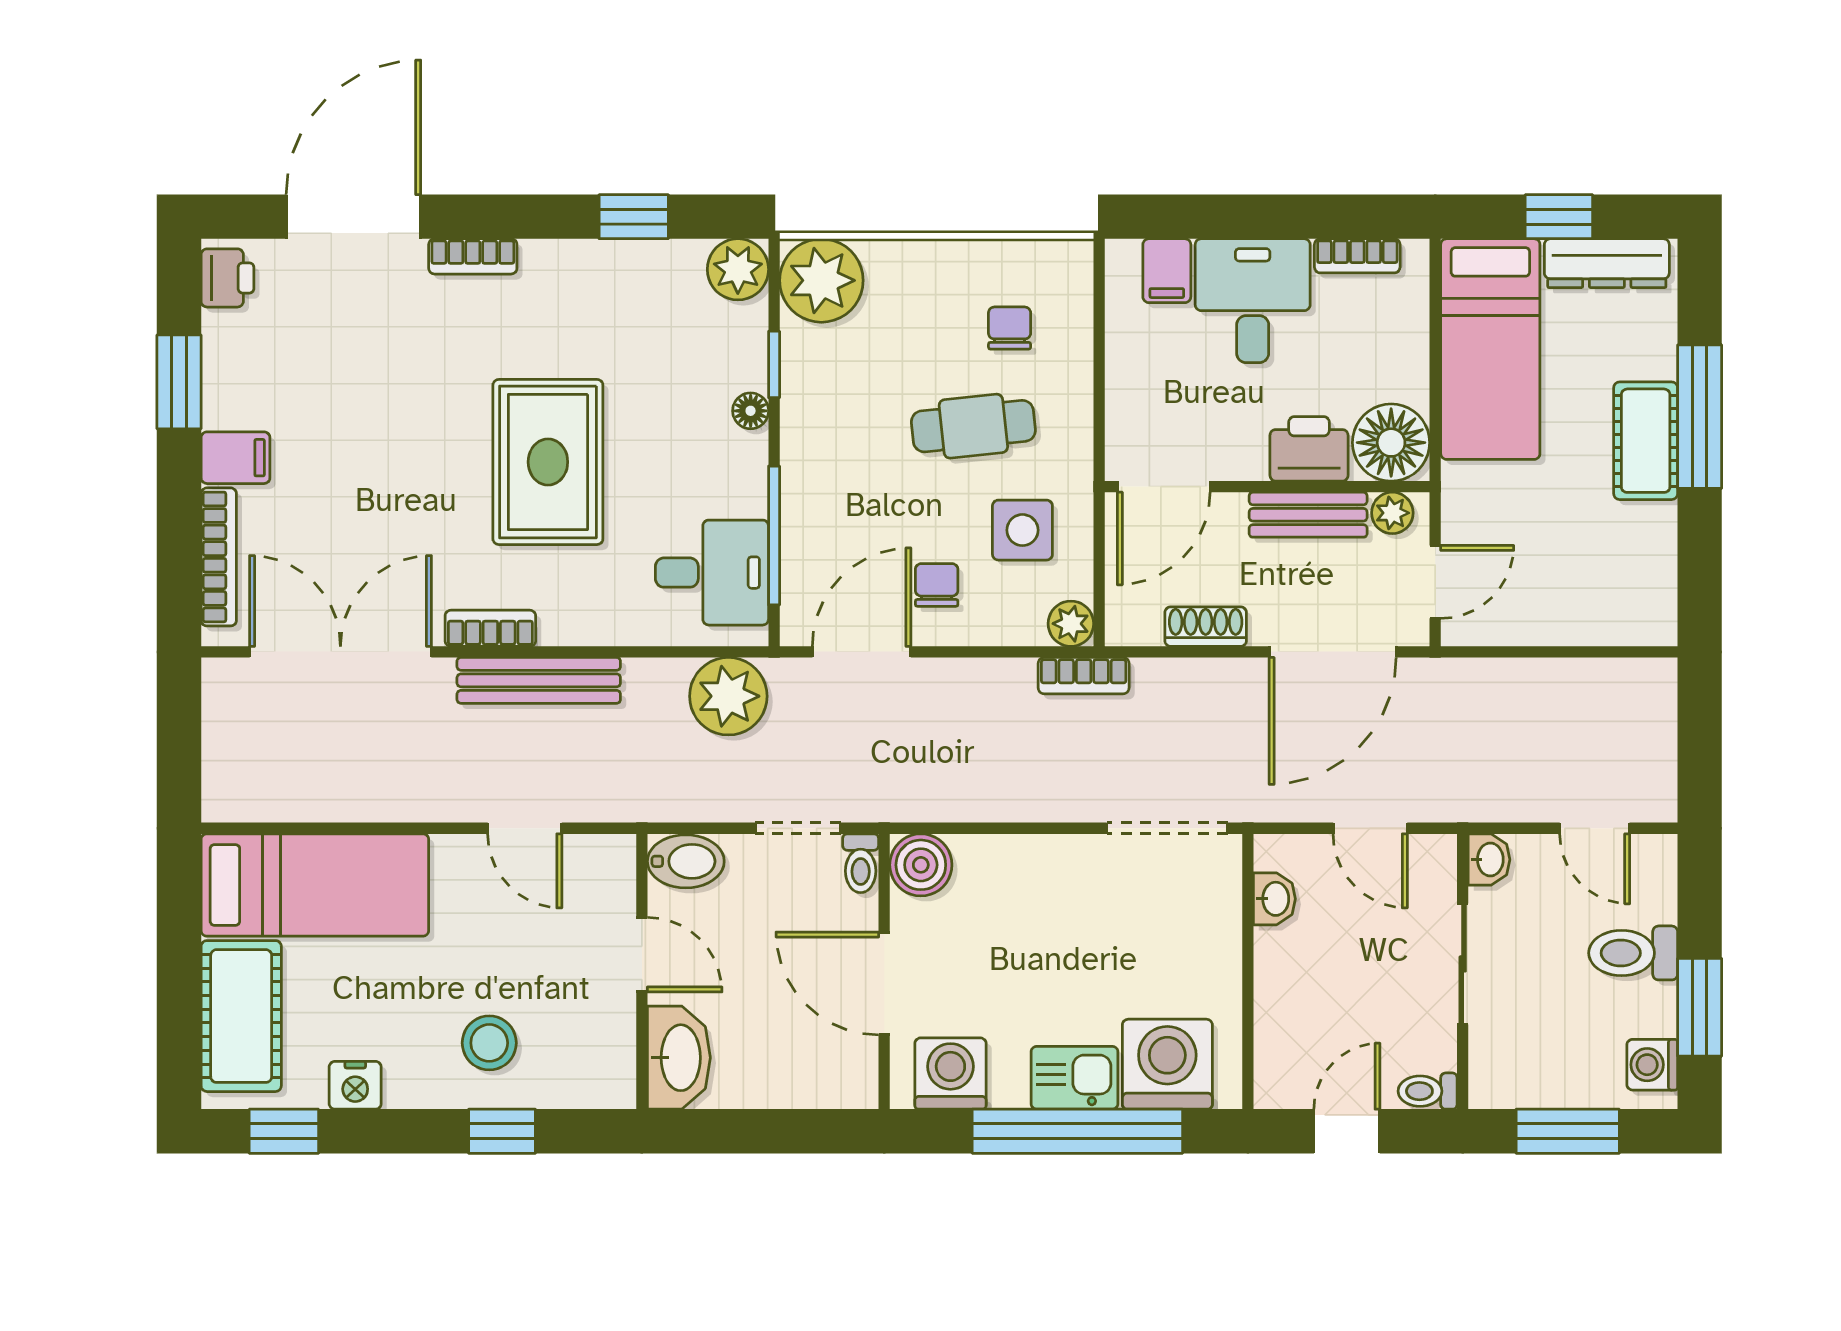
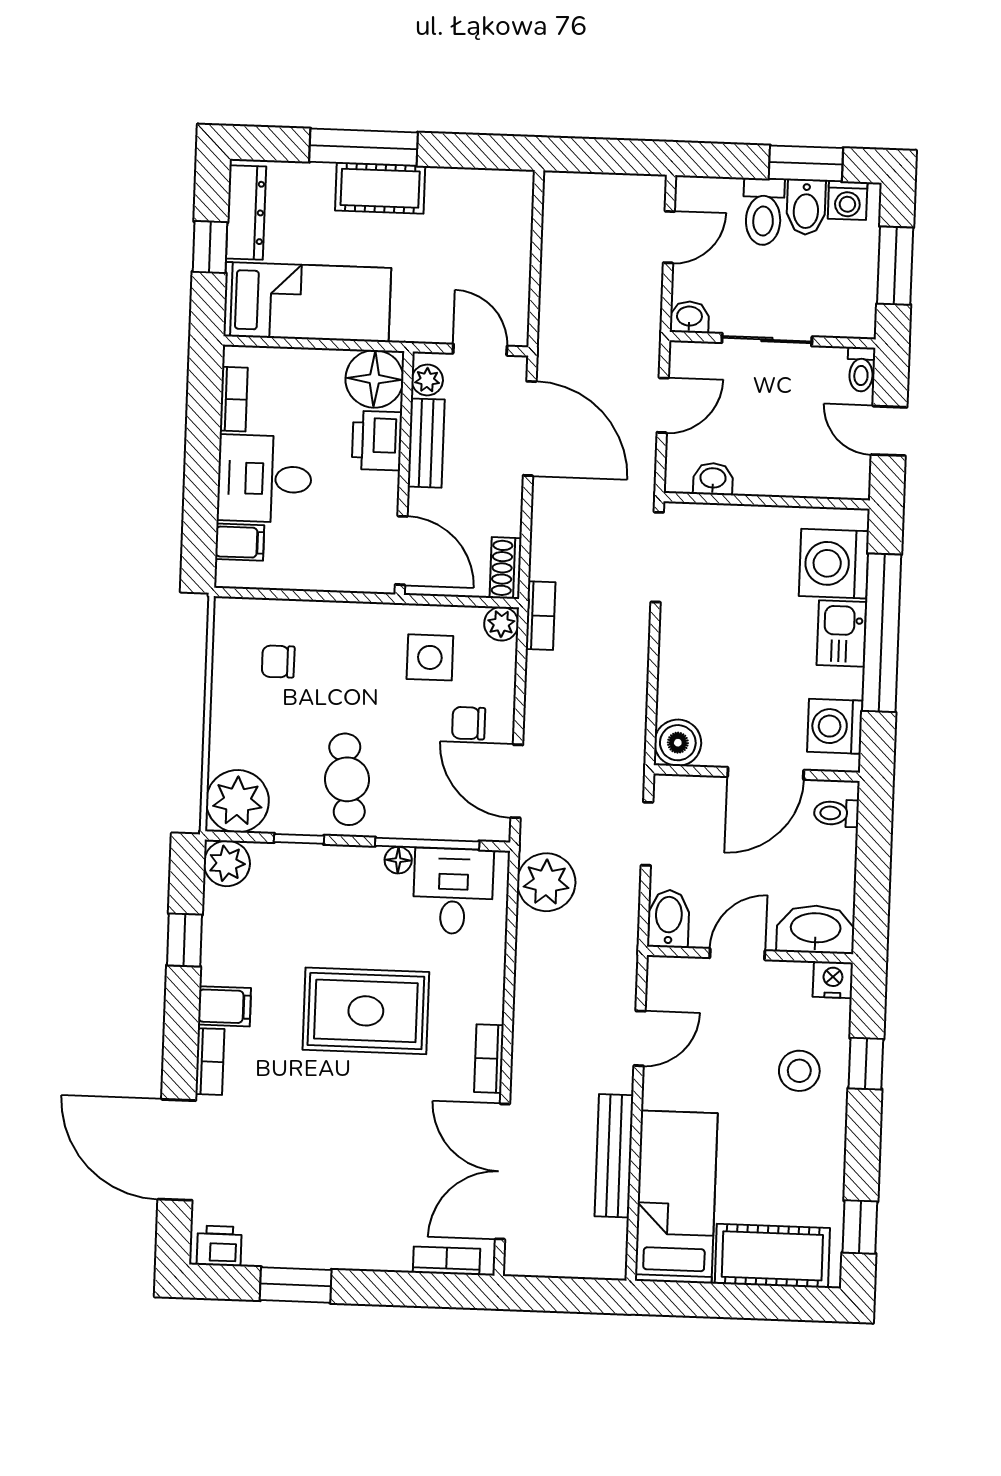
floor lamp: (751, 411) -> (398, 860), moved
cafe table: (973, 426) -> (347, 779), moved
filing cabinet: (235, 458) -> (224, 1006), moved, turned 90
bookcase: (219, 557) -> (447, 1261), width x0.64
shoe rack: (1206, 627) -> (506, 568), moved
bench: (539, 680) -> (614, 1156), moved
toilet: (861, 863) -> (836, 813), moved, turned 180
bidet: (1641, 1010) -> (806, 207), added
nightstand: (355, 1085) -> (833, 980), moved, turned -90

